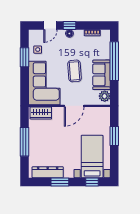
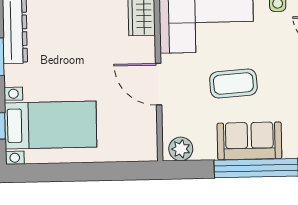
sofa: (101, 75) -> (249, 141), moved
window: (114, 136) -> (95, 172), removed

